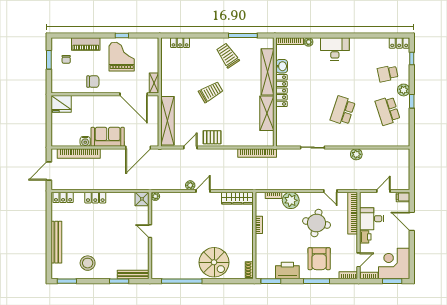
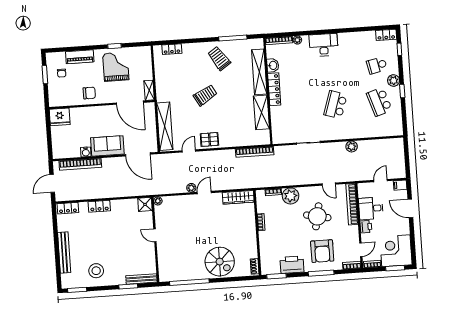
door: (138, 147) -> (138, 154), hinge flipped

